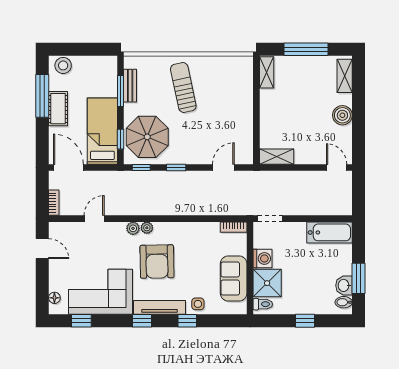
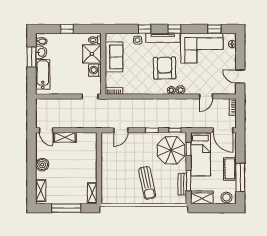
wardrobe: (100, 65) -> (202, 197), added
shelving: (277, 157) -> (65, 137), moved
bathtub: (330, 232) -> (43, 74), moved, turned 90

